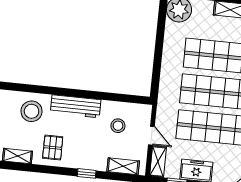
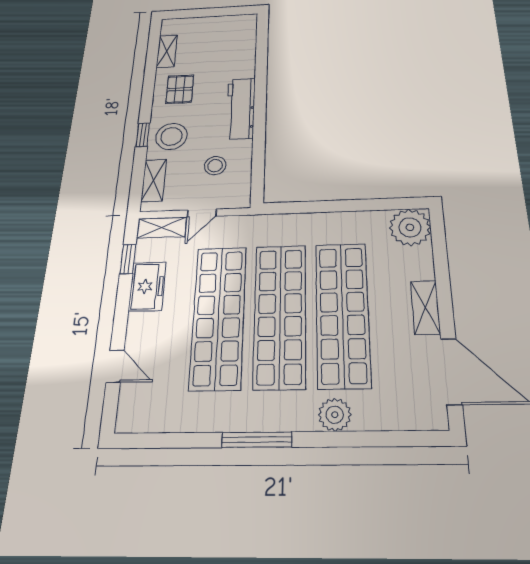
stool: (32, 111) -> (171, 136), moved
pallet: (53, 147) -> (180, 89), turned 90

